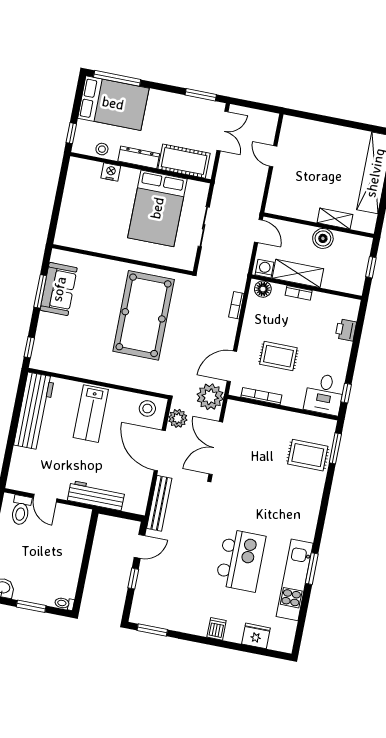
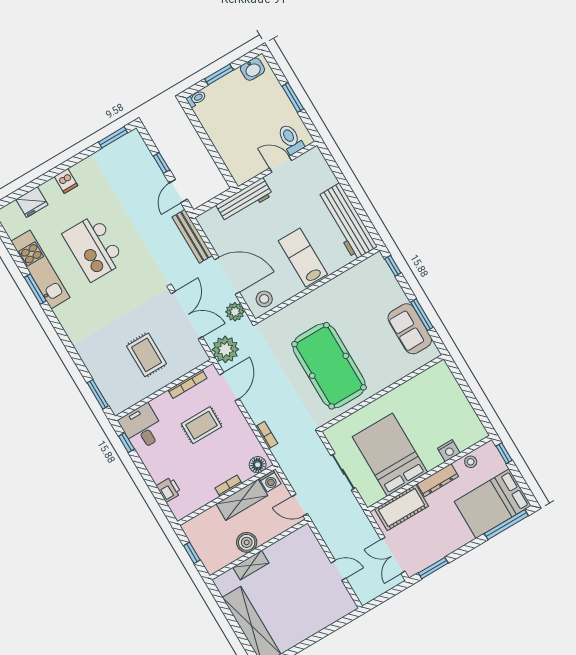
rug: (308, 455) -> (147, 355), moved, turned 90

